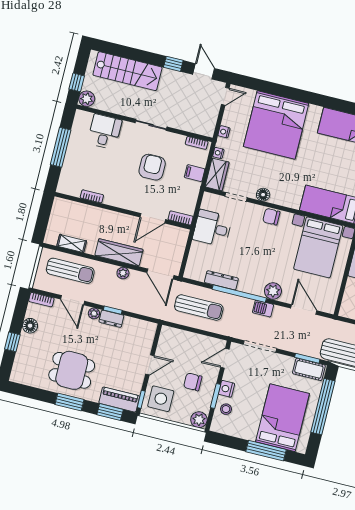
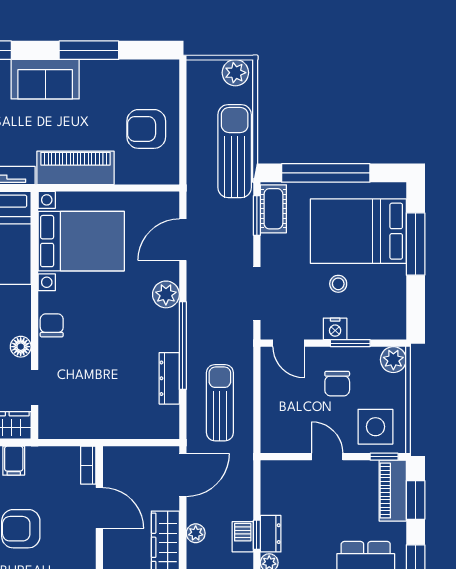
chair: (271, 217) -> (52, 325), turned 180
desk: (212, 228) -> (92, 412), removed
barbecue: (263, 309) -> (243, 537), moved, turned 180
stool: (226, 409) -> (338, 284), moved

